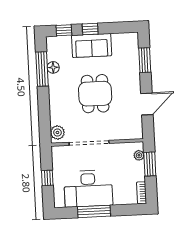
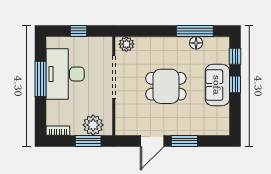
window: (145, 60) -> (184, 141), moved
door: (147, 104) -> (152, 141), hinge flipped
plant: (139, 155) -> (93, 125), width x1.88, depth x1.88

